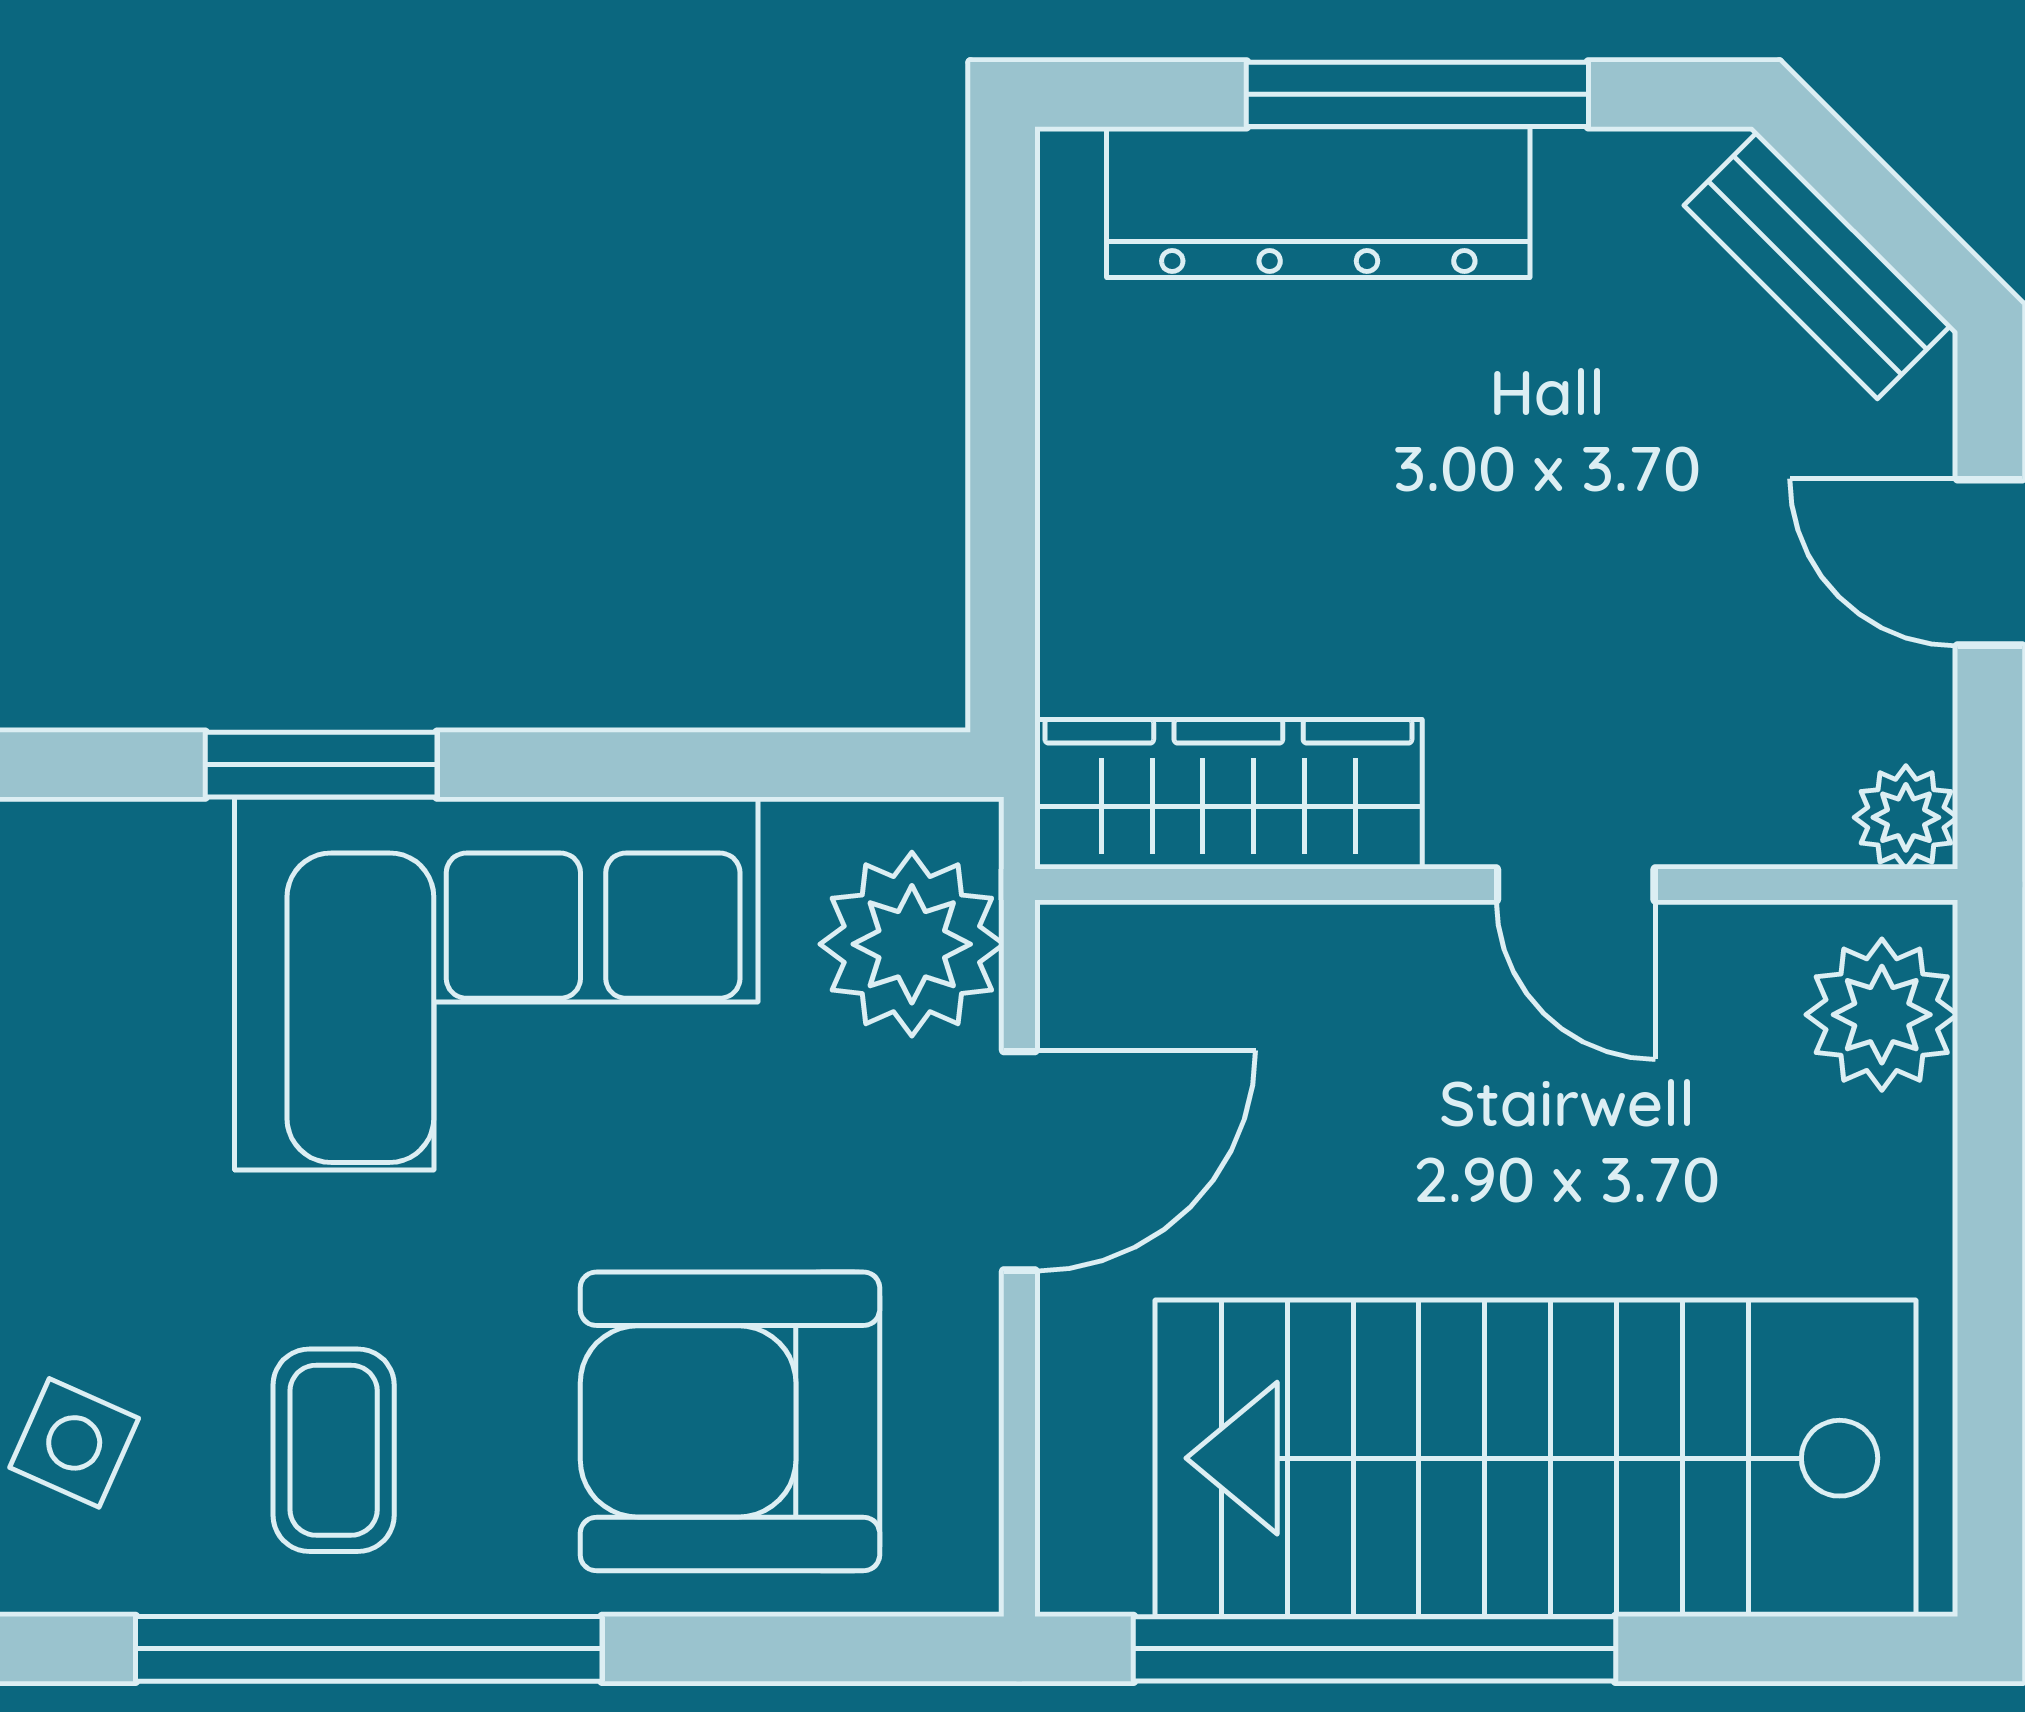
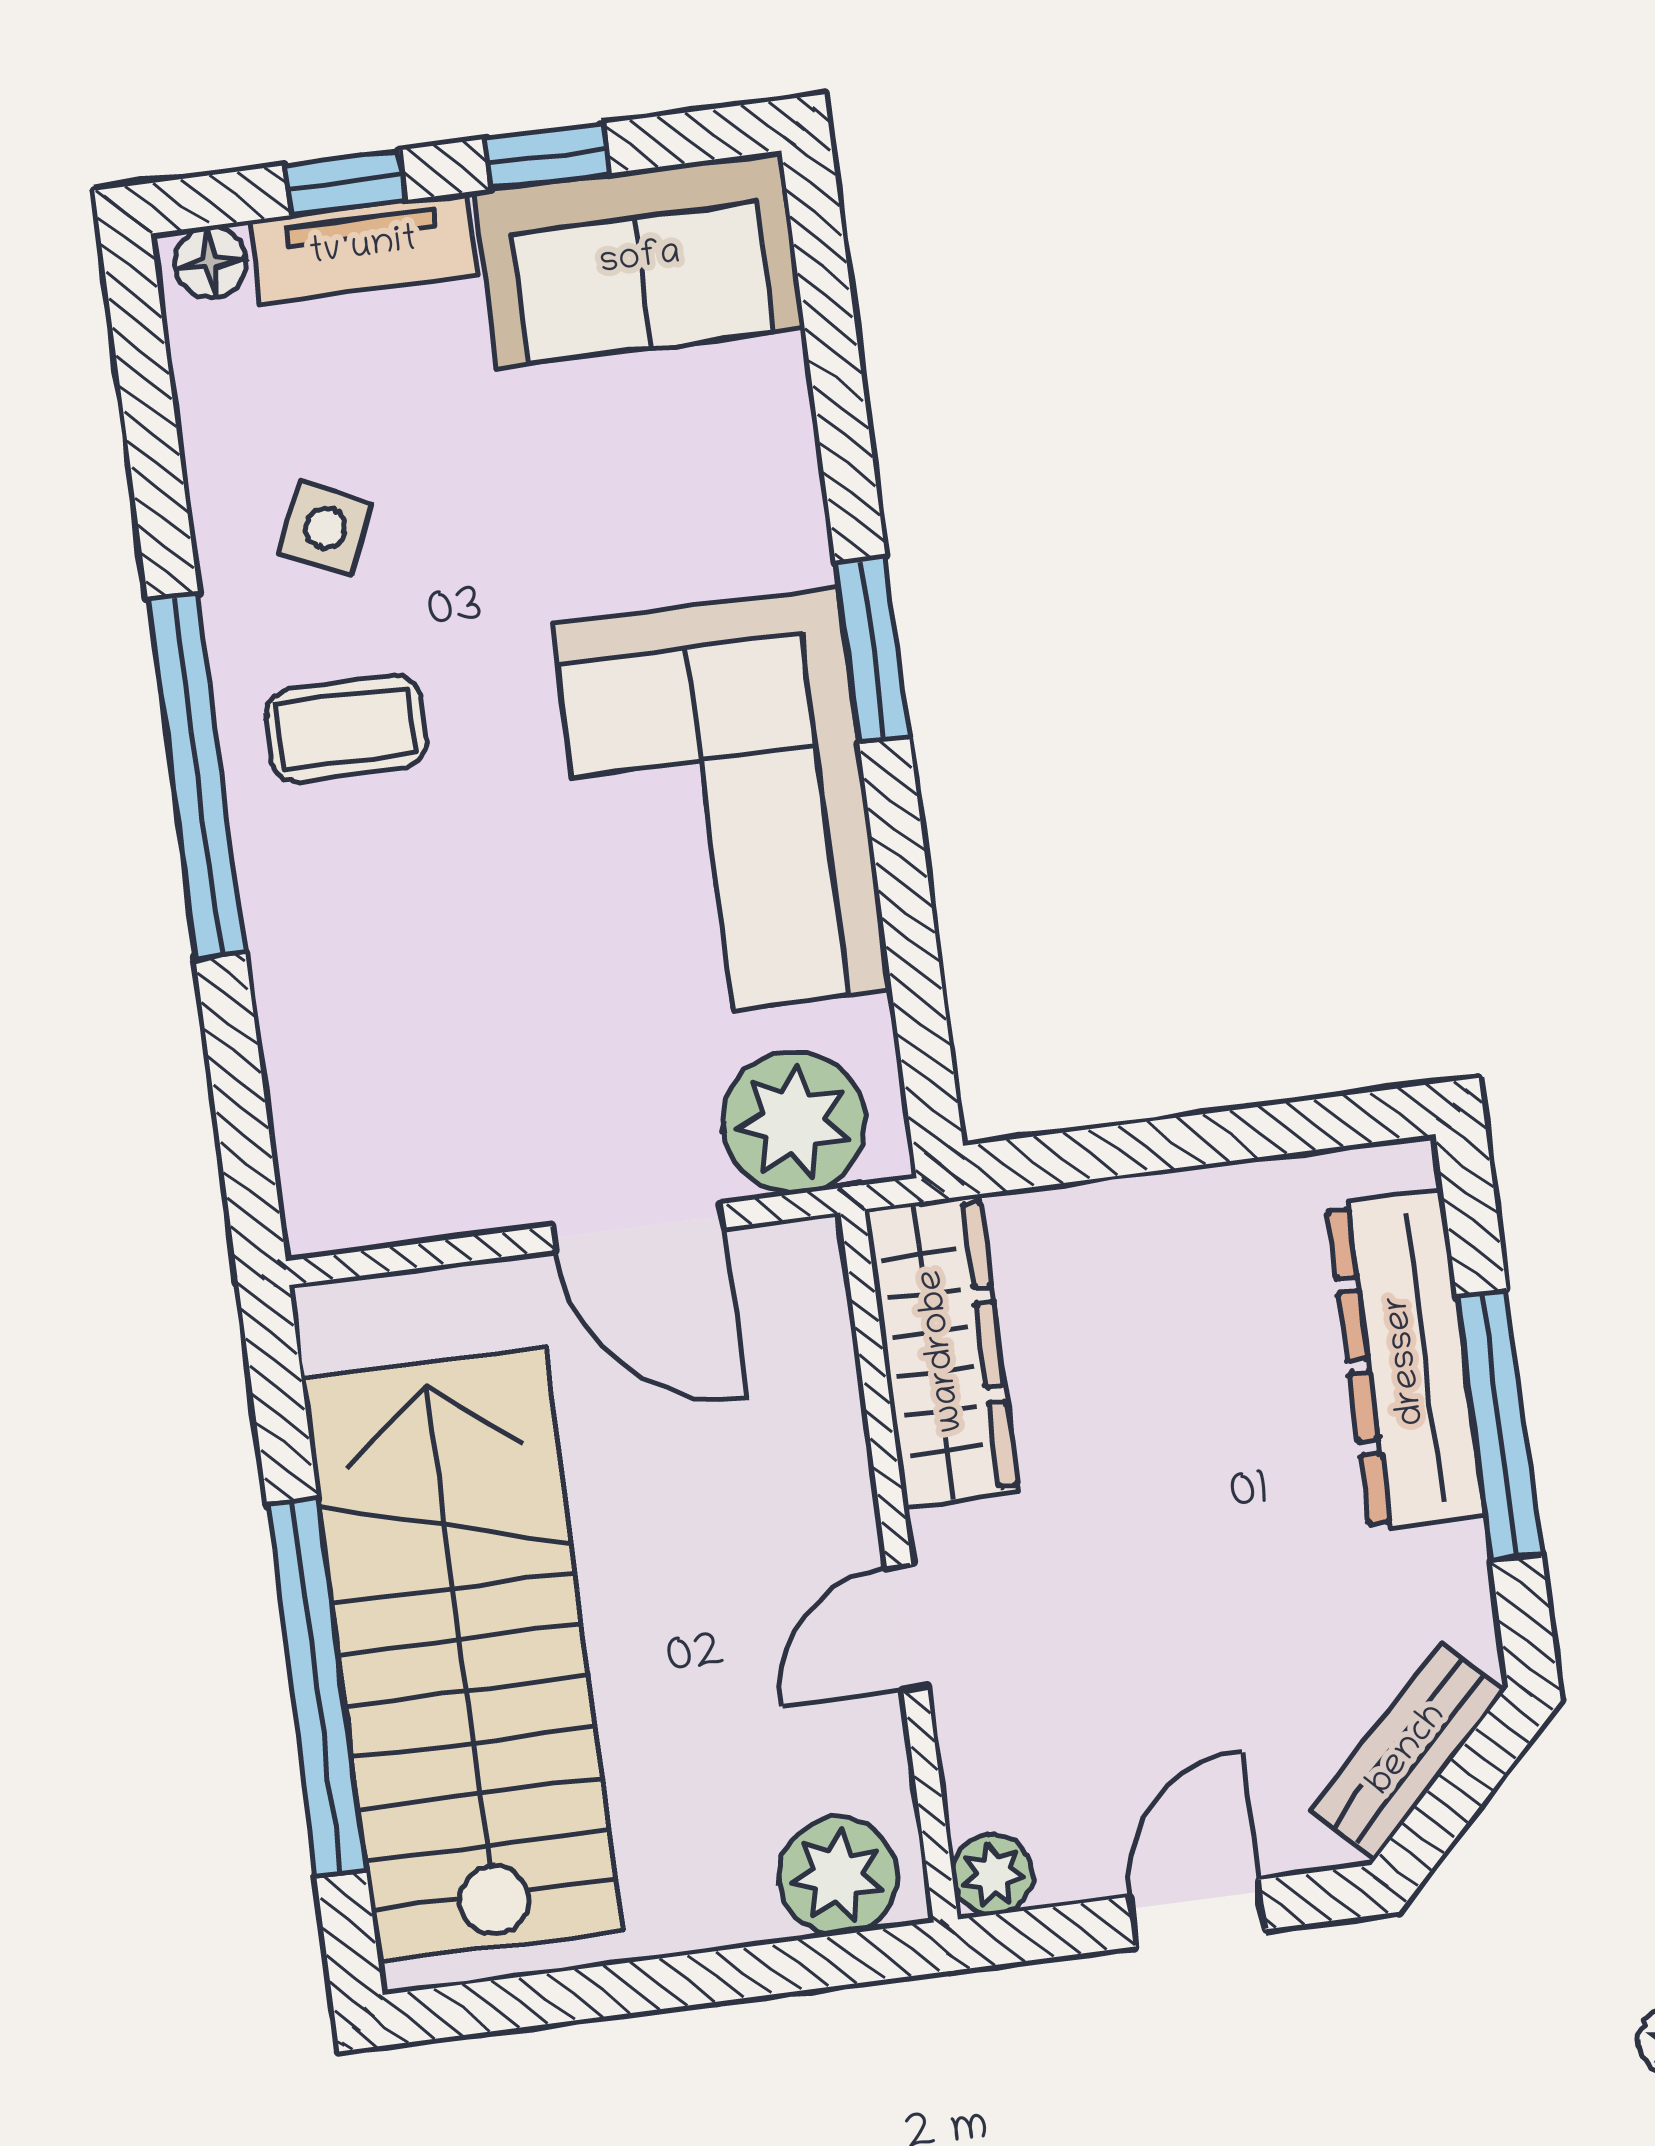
armchair: (730, 1421) -> (408, 1031), removed
window: (1375, 1649) -> (317, 1687), moved

